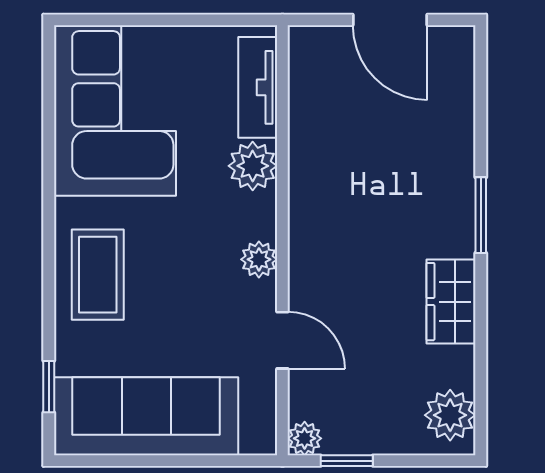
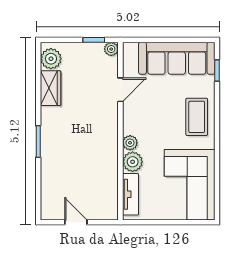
door: (390, 20) -> (76, 222), width x0.73
plant: (259, 259) -> (130, 143), moved
wardrobe: (451, 302) -> (51, 88), moved
door: (282, 340) -> (120, 90), swing flipped

